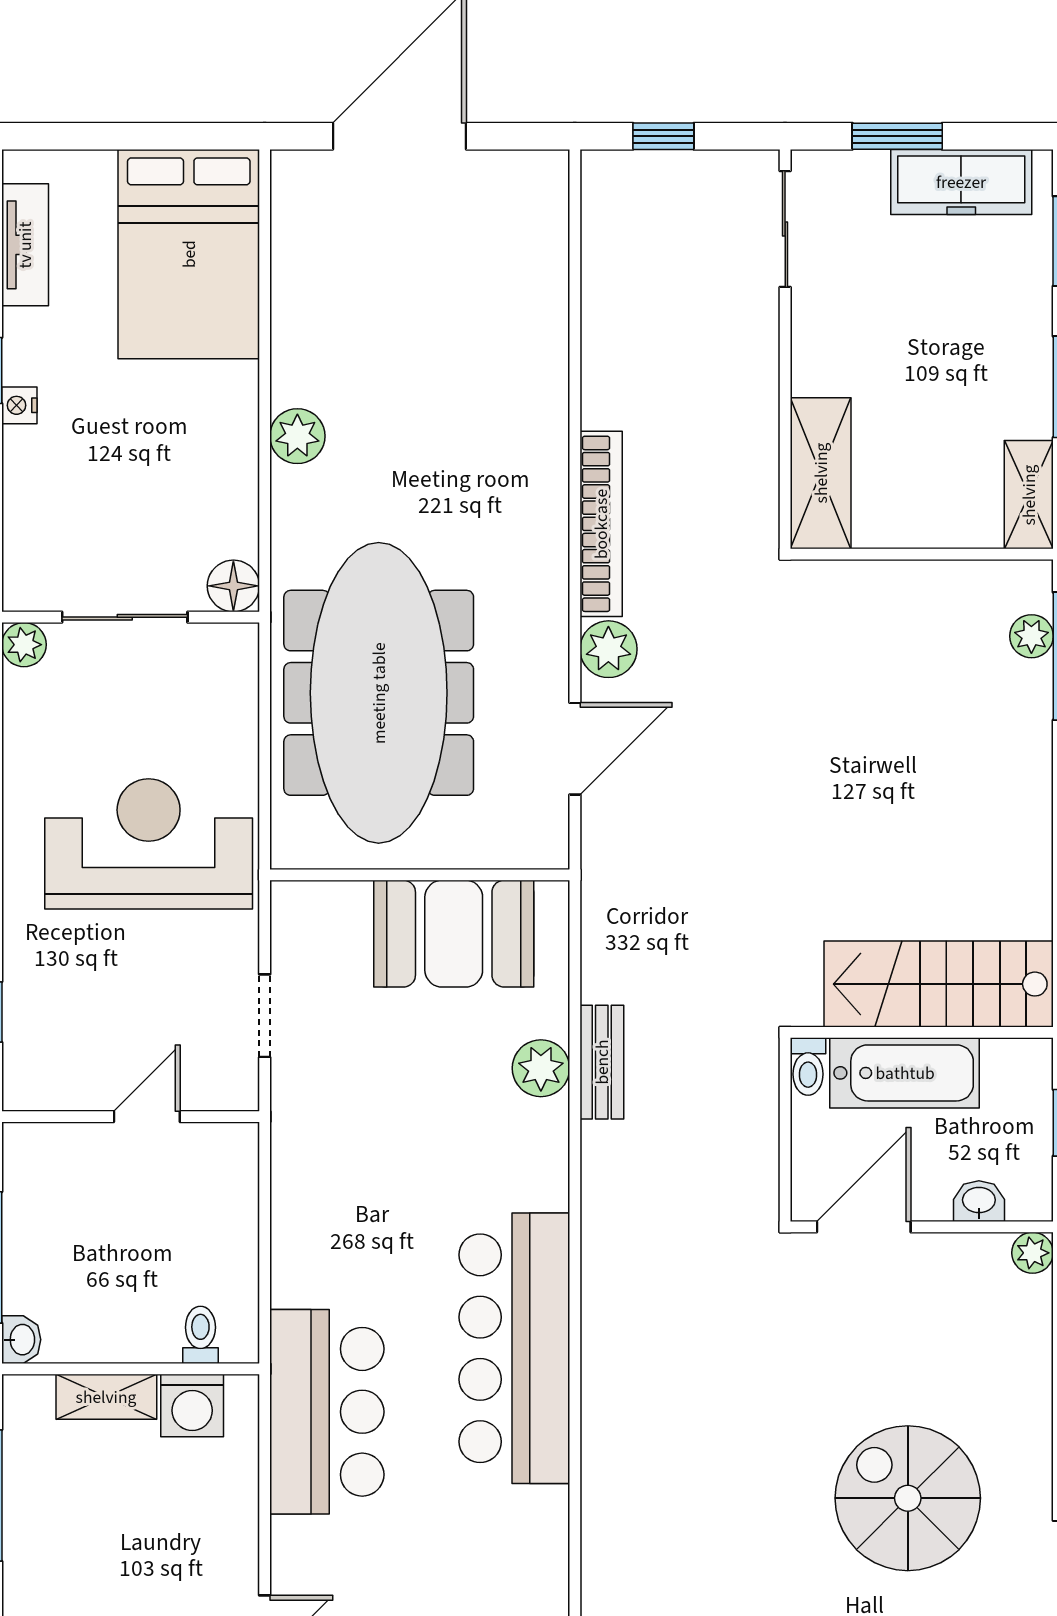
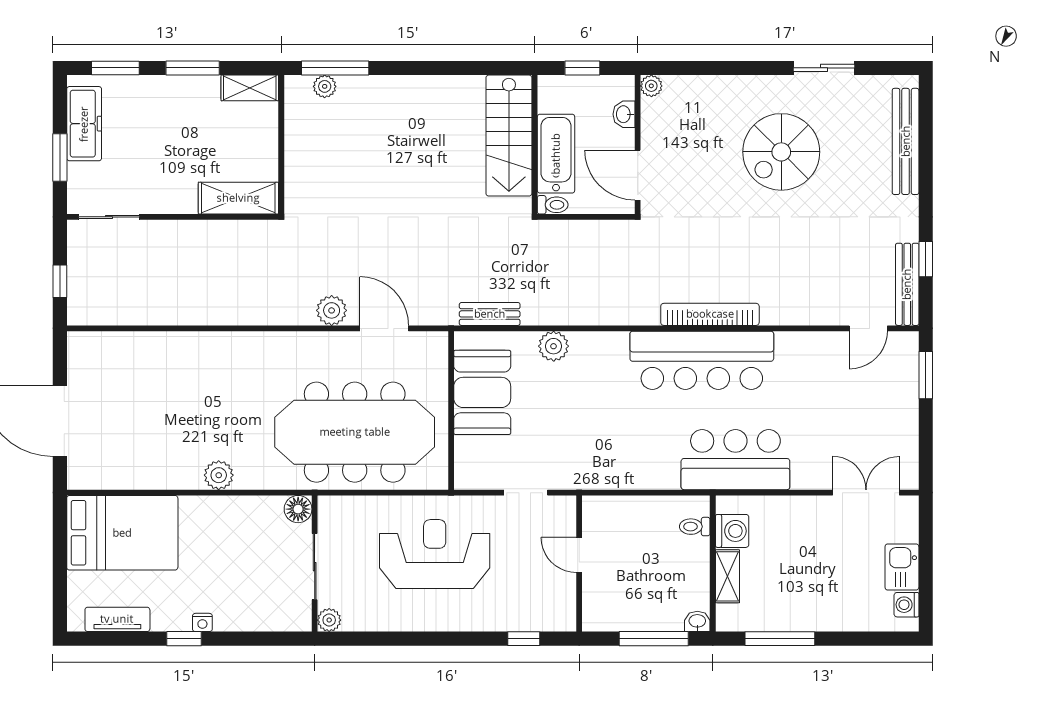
bookcase: (601, 524) -> (710, 314), moved
reception desk: (149, 844) -> (435, 554), turned 90
bench: (602, 1062) -> (490, 314), moved

